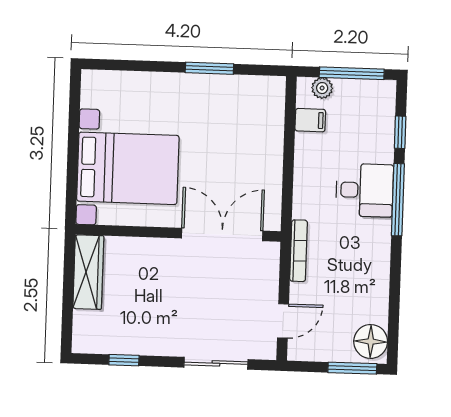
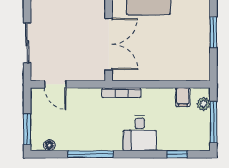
window: (398, 200) -> (91, 154), moved
bookcase: (299, 251) -> (121, 93), moved
floor lamp: (371, 341) -> (49, 145), width x0.53, depth x0.53

